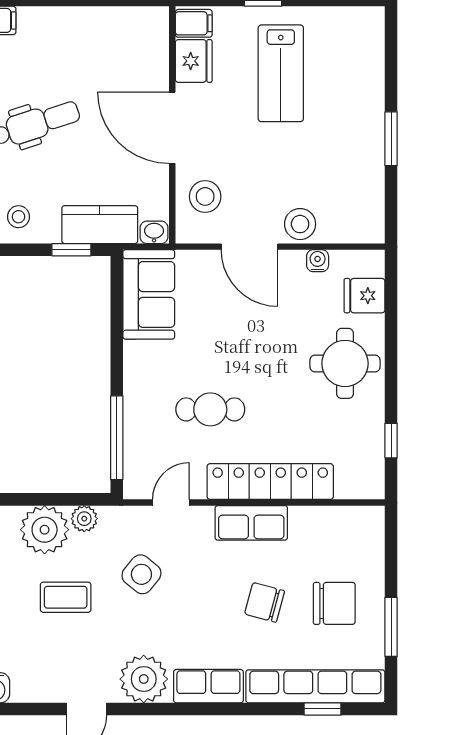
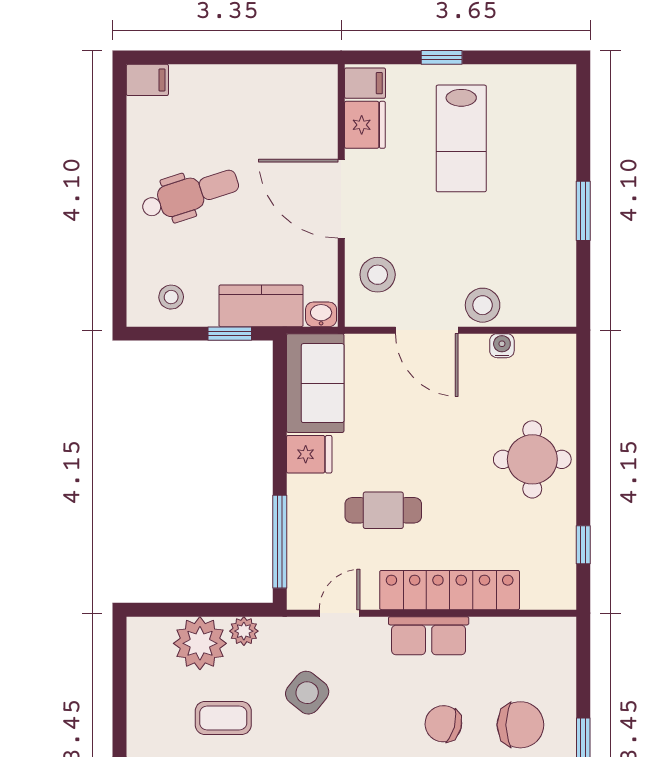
fridge: (364, 296) -> (309, 454), moved, turned 180

